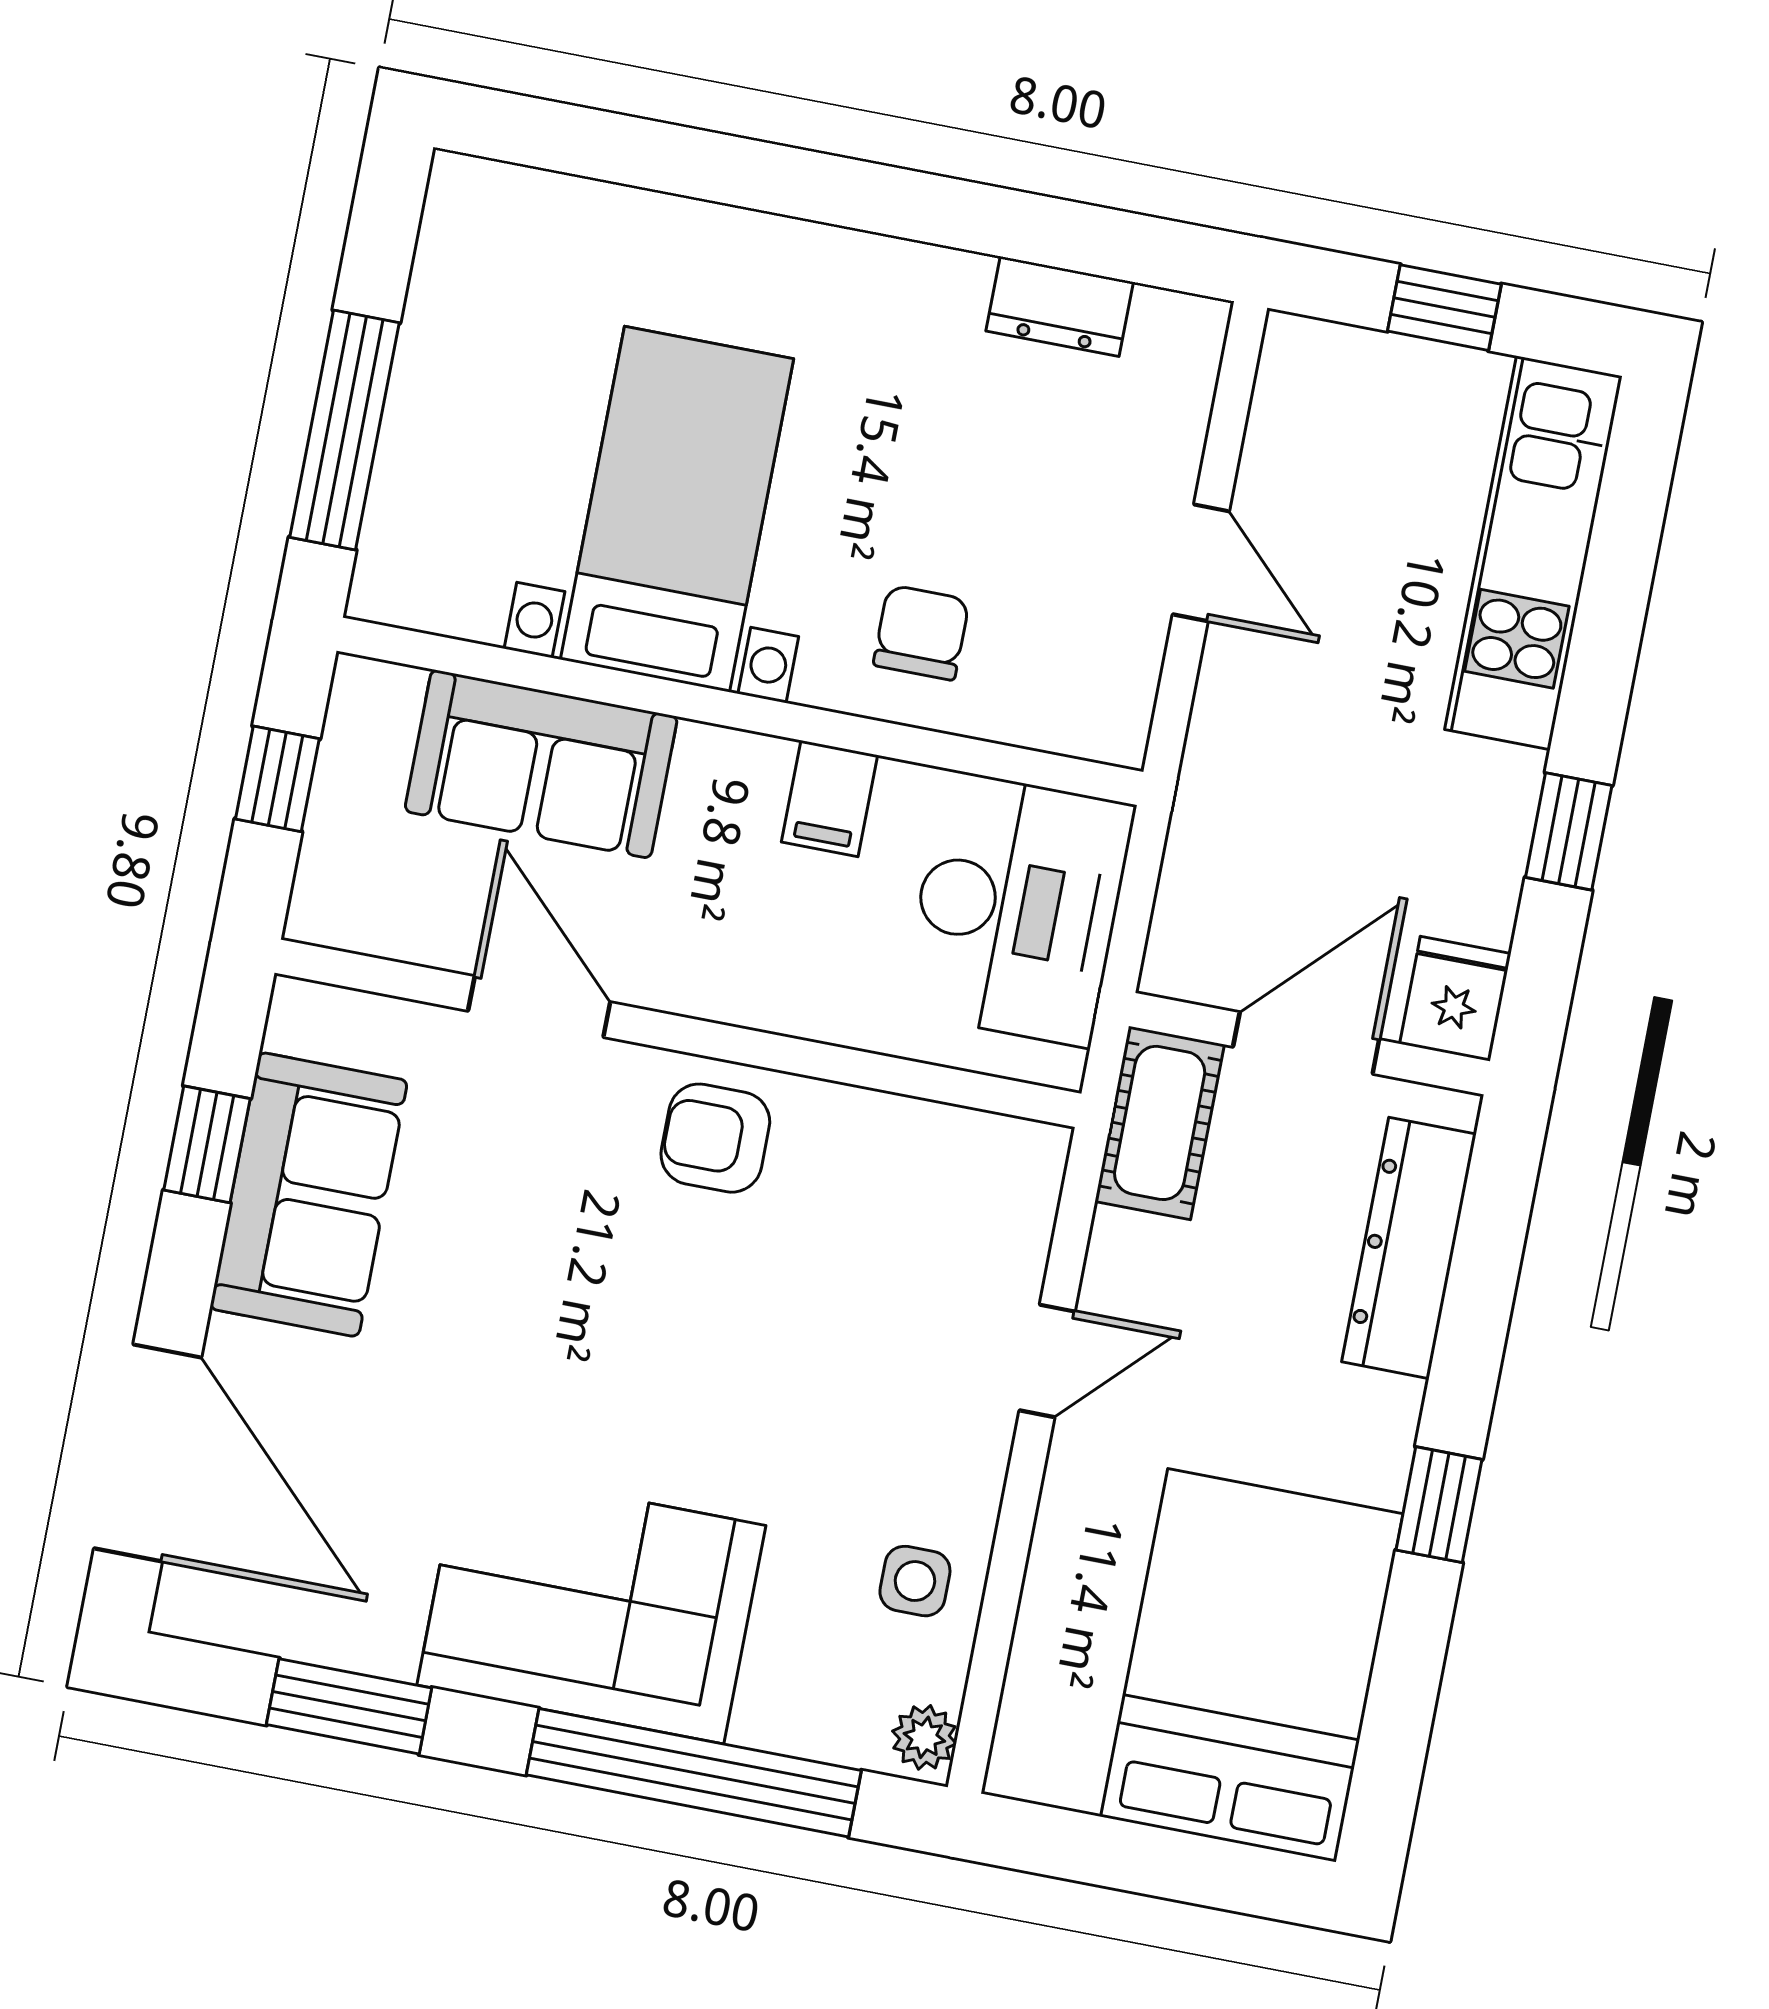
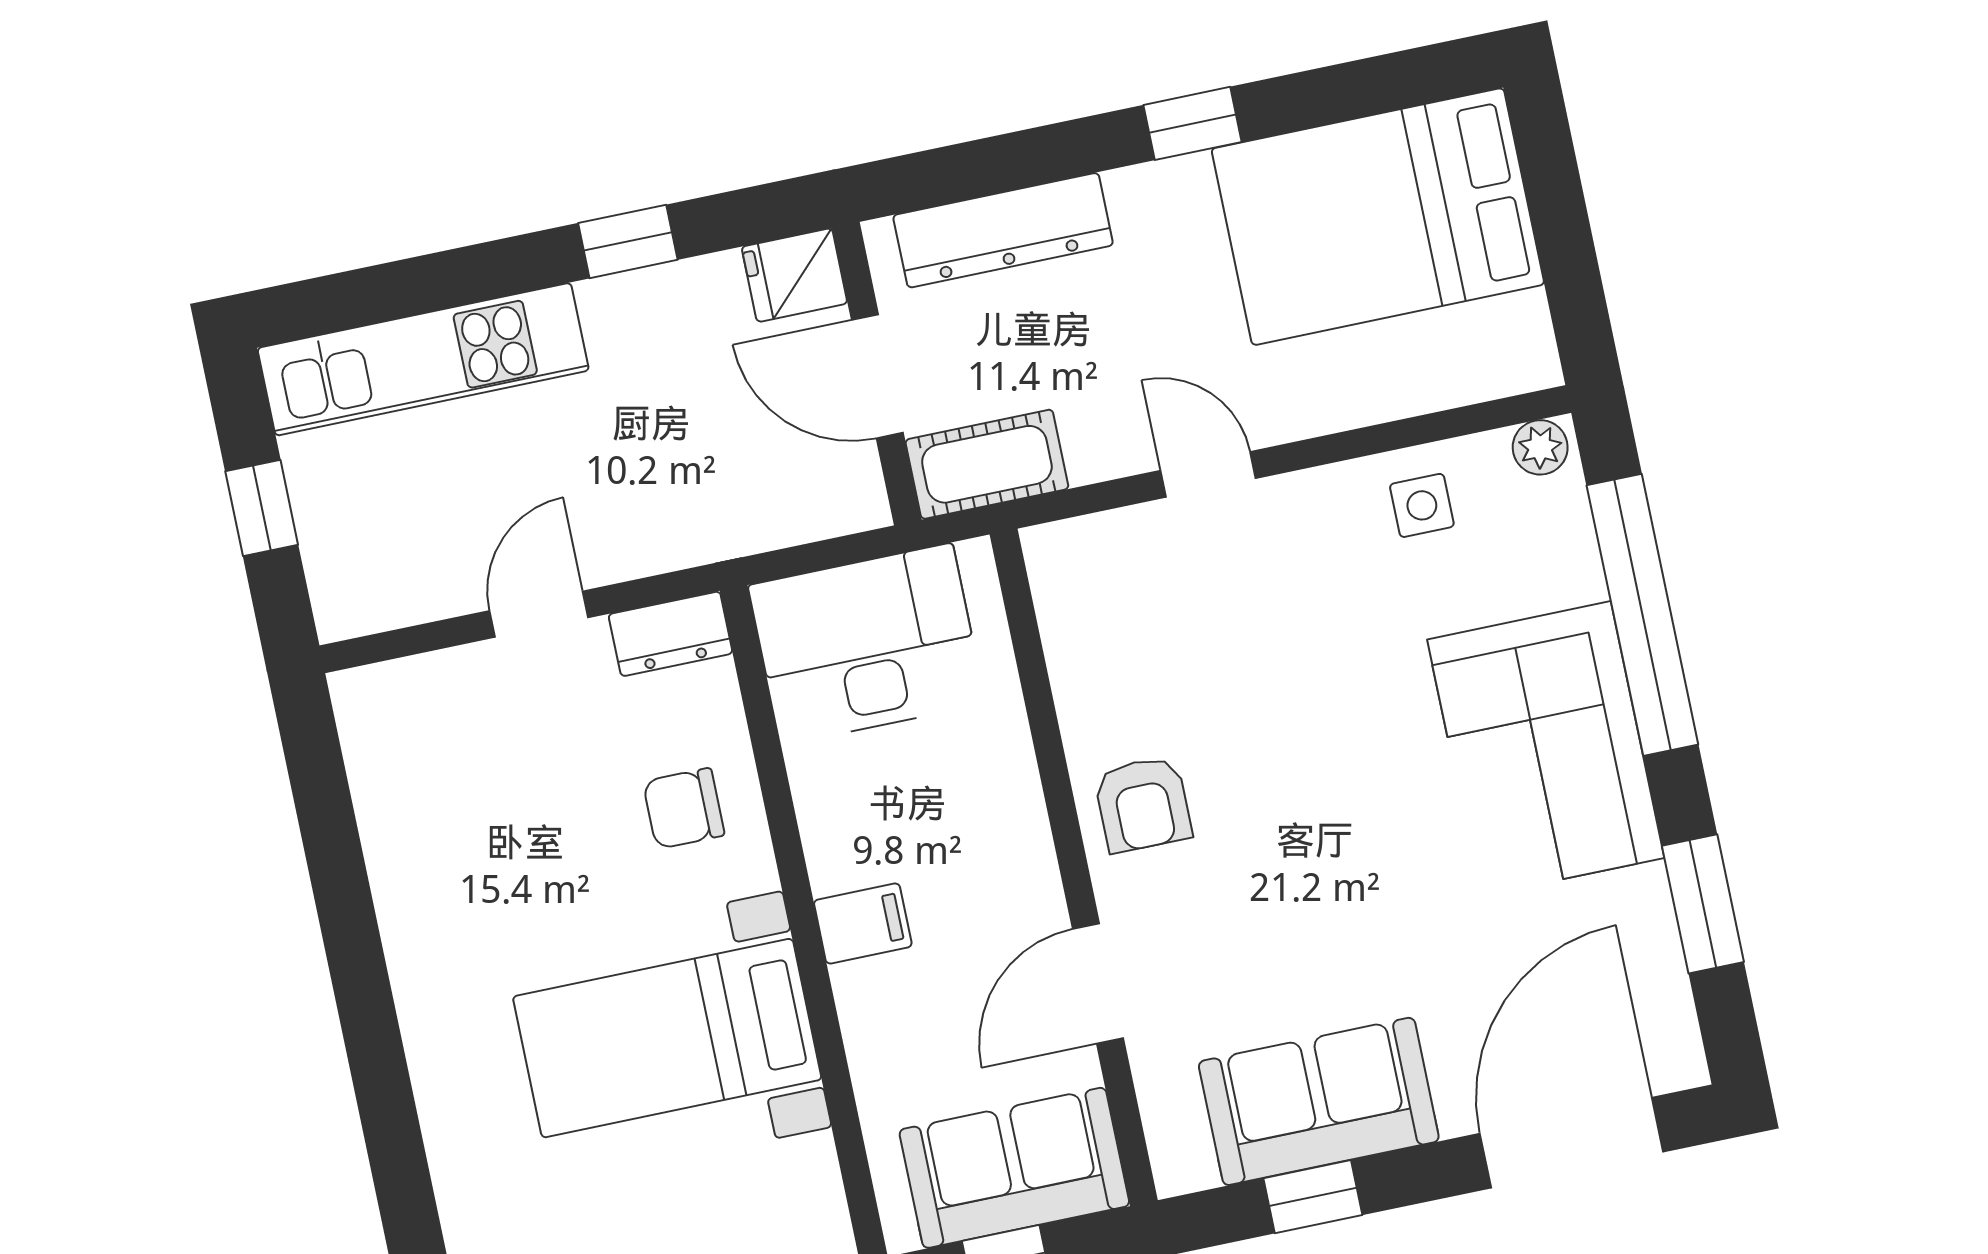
dresser: (1060, 307) -> (671, 634), moved, turned 90
sofa: (541, 764) -> (1014, 1168), moved, turned -90
filing cabinet: (830, 799) -> (863, 924), moved

